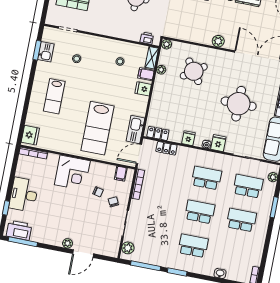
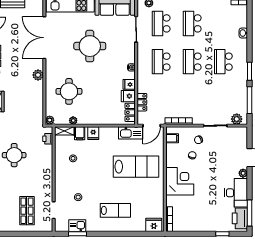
round table: (194, 71) -> (69, 91), turned 35
fridge: (218, 143) -> (128, 96), moved
door: (139, 154) -> (152, 126), hinge flipped
desk: (24, 195) -> (236, 193), moved, turned -90

